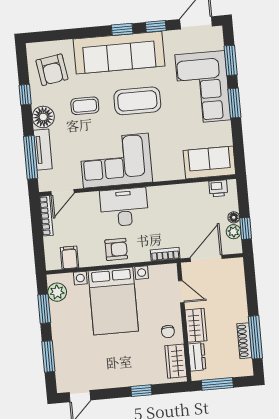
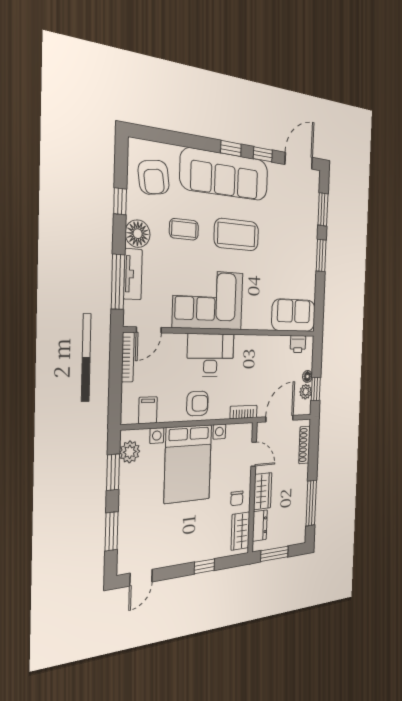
corner sofa: (203, 87) -> (297, 233), removed
shoe rack: (244, 341) -> (305, 445), moved

